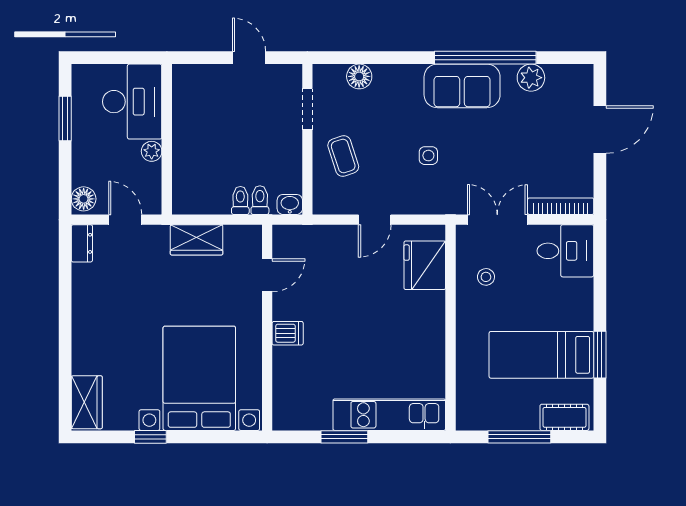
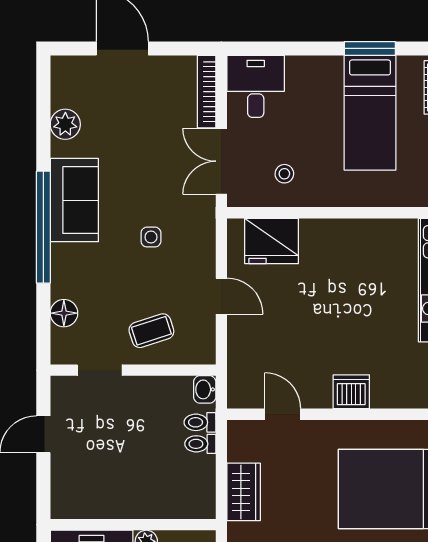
window: (485, 58) -> (43, 227), moved
dishwasher: (288, 333) -> (351, 392), width x1.38

